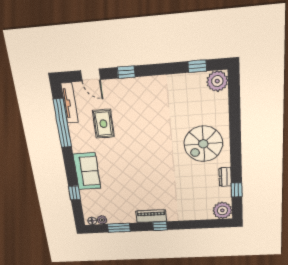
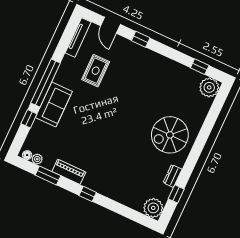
window: (62, 123) -> (46, 83), moved
piano: (151, 216) -> (69, 172), moved

